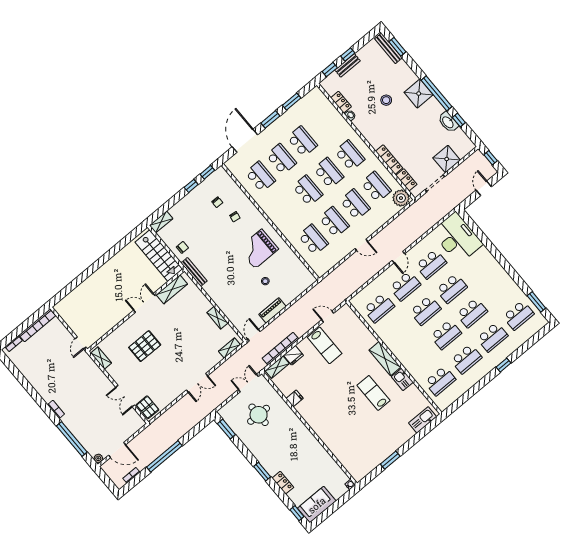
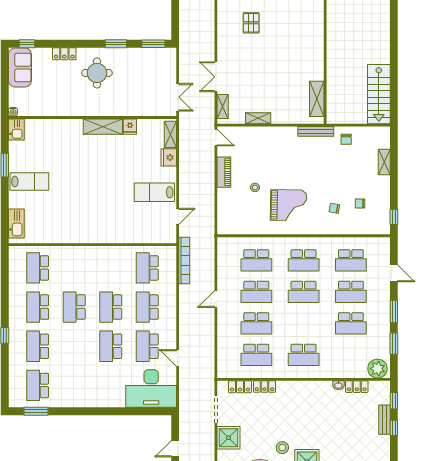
stool: (386, 100) -> (282, 448), moved
door: (245, 141) -> (394, 273), width x0.53
locker: (389, 160) -> (264, 387), width x0.66
school desk: (329, 173) -> (304, 260), moved
window: (191, 186) -> (394, 193), removed
door: (484, 188) -> (175, 449), swing flipped
plant: (401, 198) -> (377, 369), moved
shelving: (161, 222) -> (384, 162), moved
grand piano: (258, 249) -> (289, 205), turned 91
stairs: (159, 256) -> (379, 94), moved, turned -90
door: (398, 257) -> (178, 358), moved
double door: (144, 303) -> (325, 65), removed
school desk: (472, 313) -> (74, 346), removed
pallet: (145, 346) -> (251, 23), moved, width x0.67, depth x0.71
bookcase: (281, 349) -> (184, 261), moved
shelving: (385, 359) -> (103, 127), moved
kitchen sink: (402, 379) -> (16, 129), moved, turned 90
double door: (197, 383) -> (216, 77), moved
lab bench: (373, 393) -> (29, 182), moved
round table: (259, 415) -> (97, 73), moved
window: (262, 472) -> (116, 44), moved

